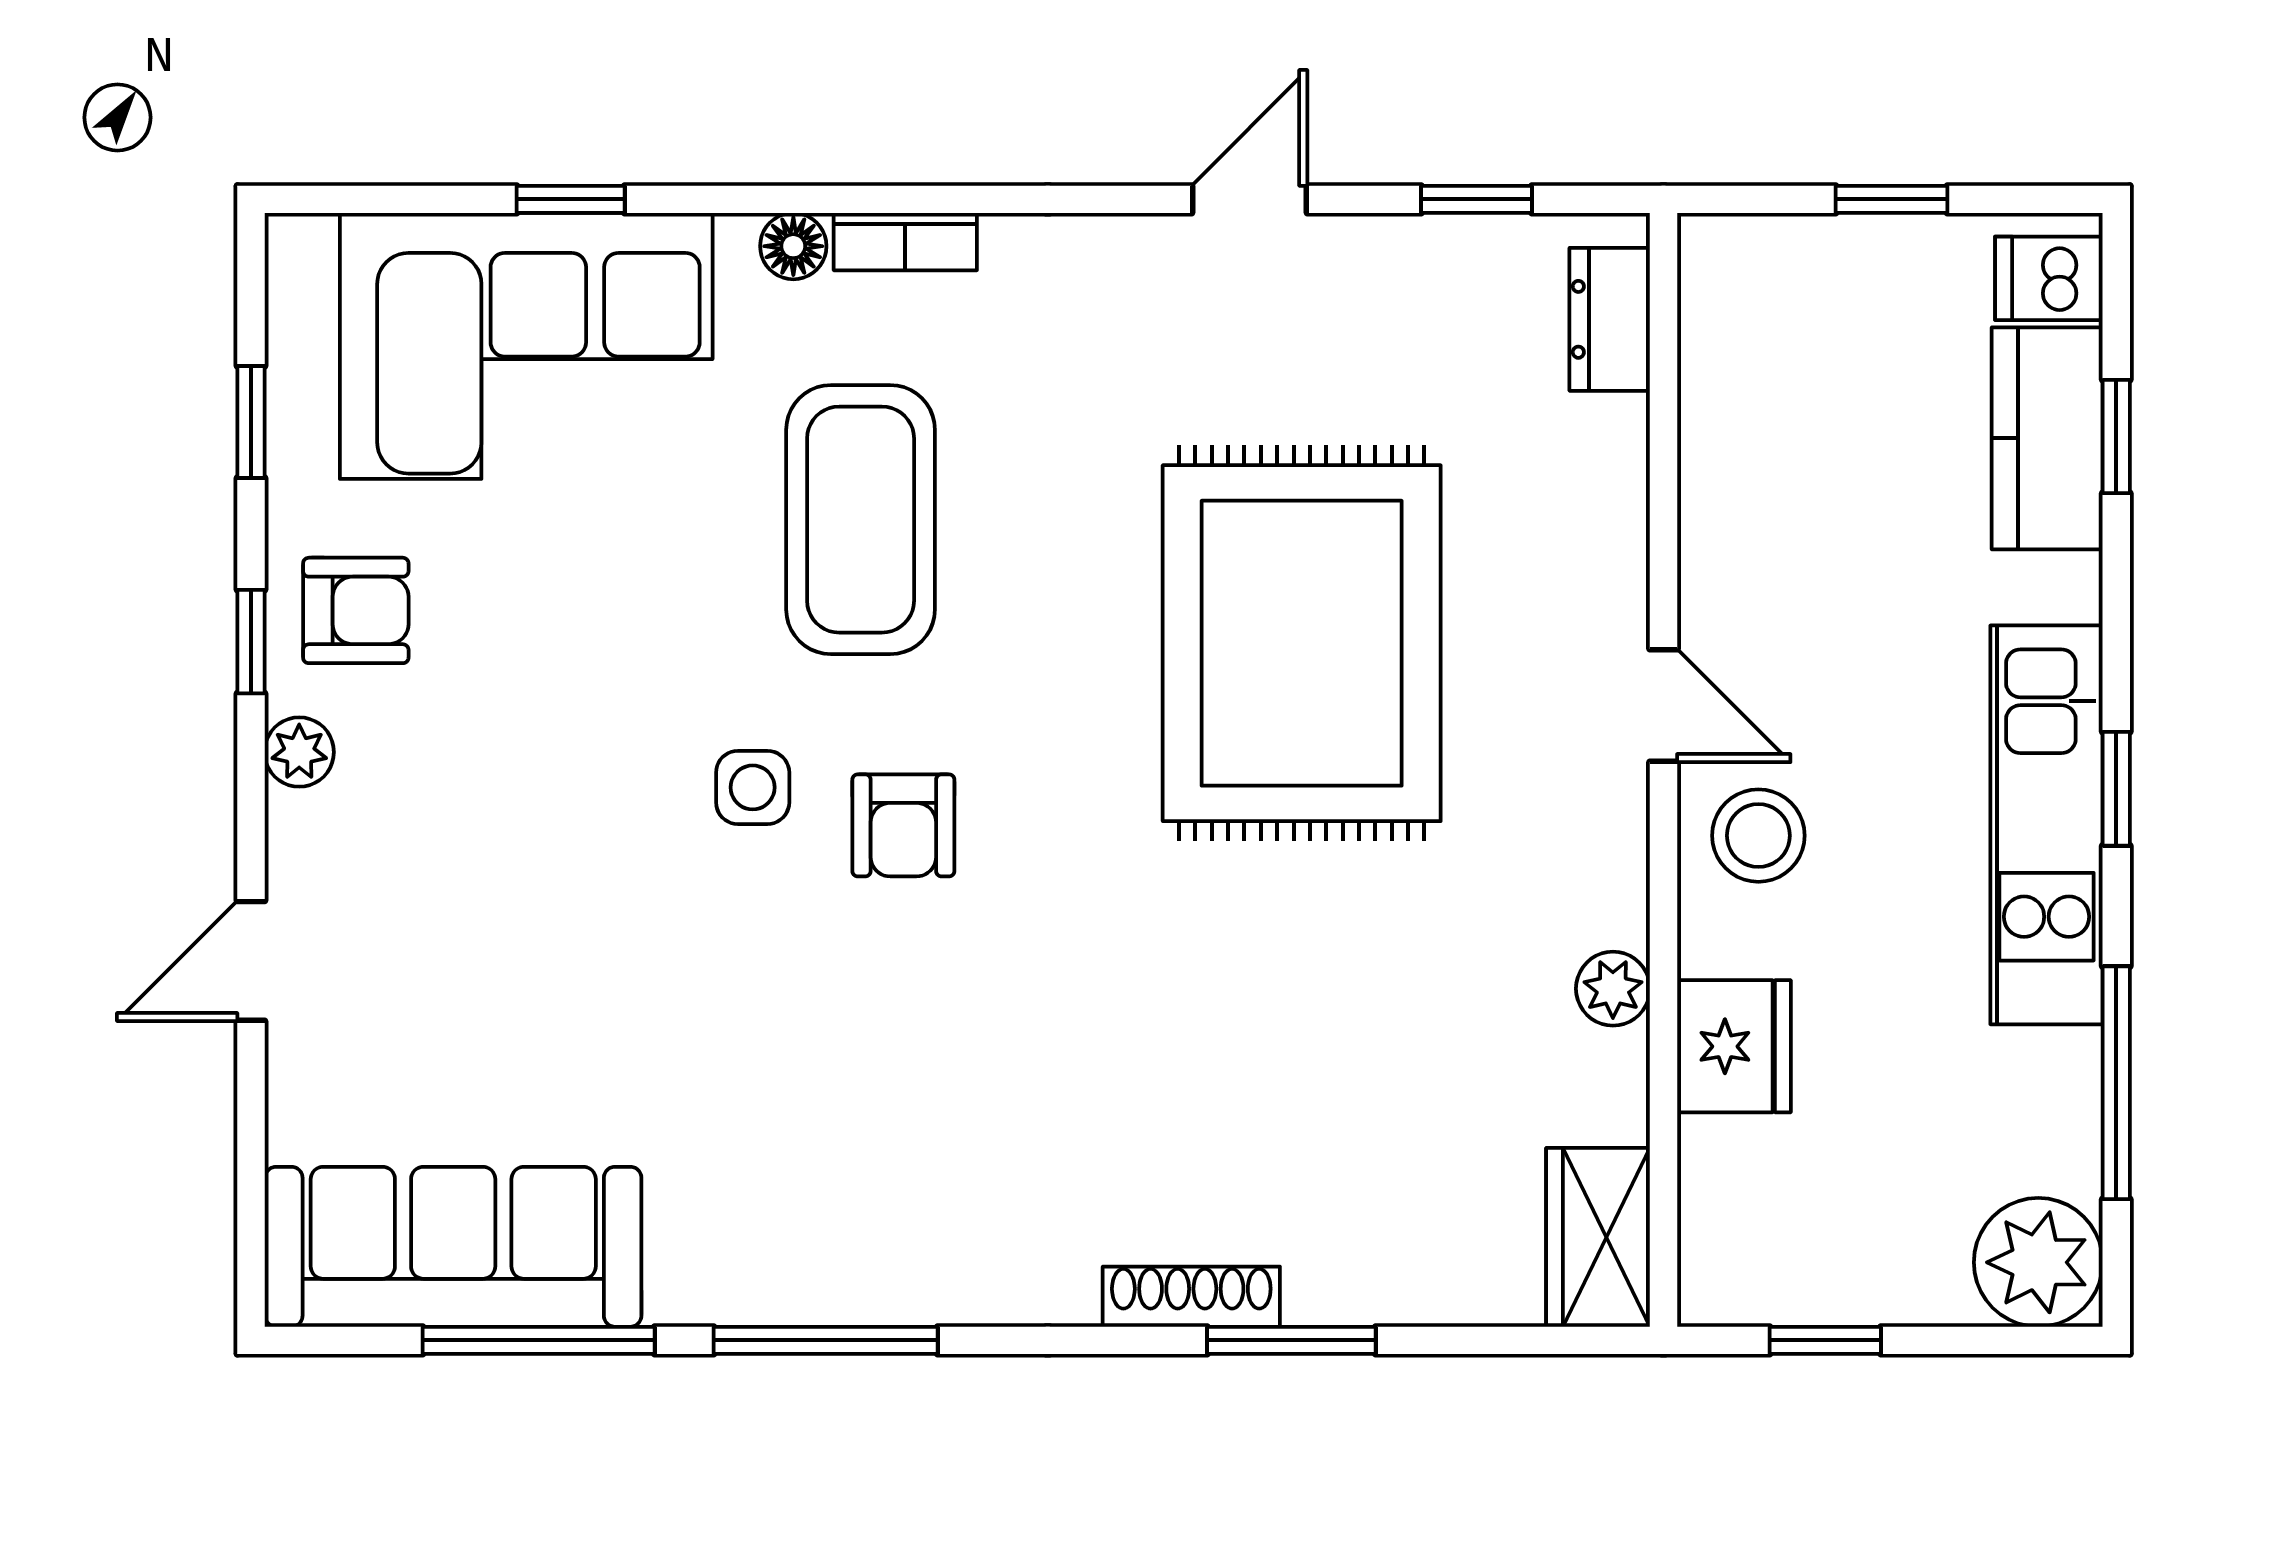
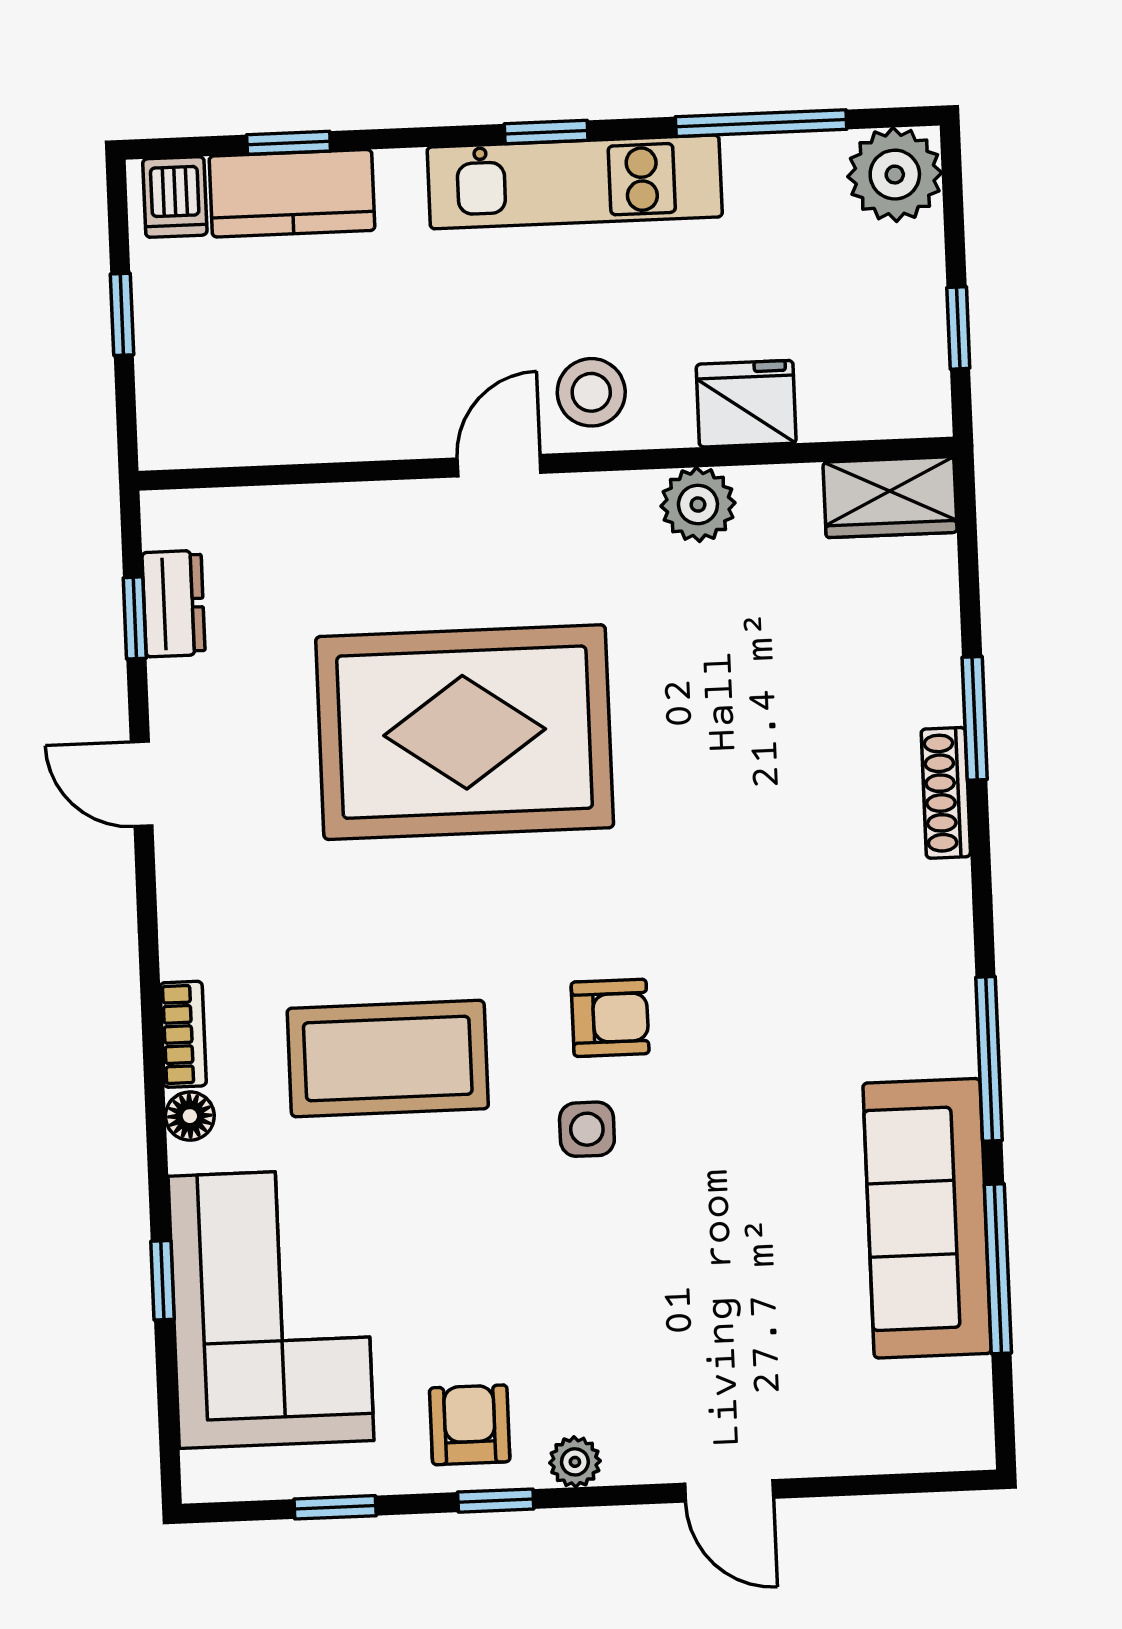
dresser: (1610, 319) -> (174, 604), moved, turned -90
plant: (1613, 989) -> (698, 505), width x1.38, depth x1.38
sofa: (453, 1247) -> (927, 1218), moved

